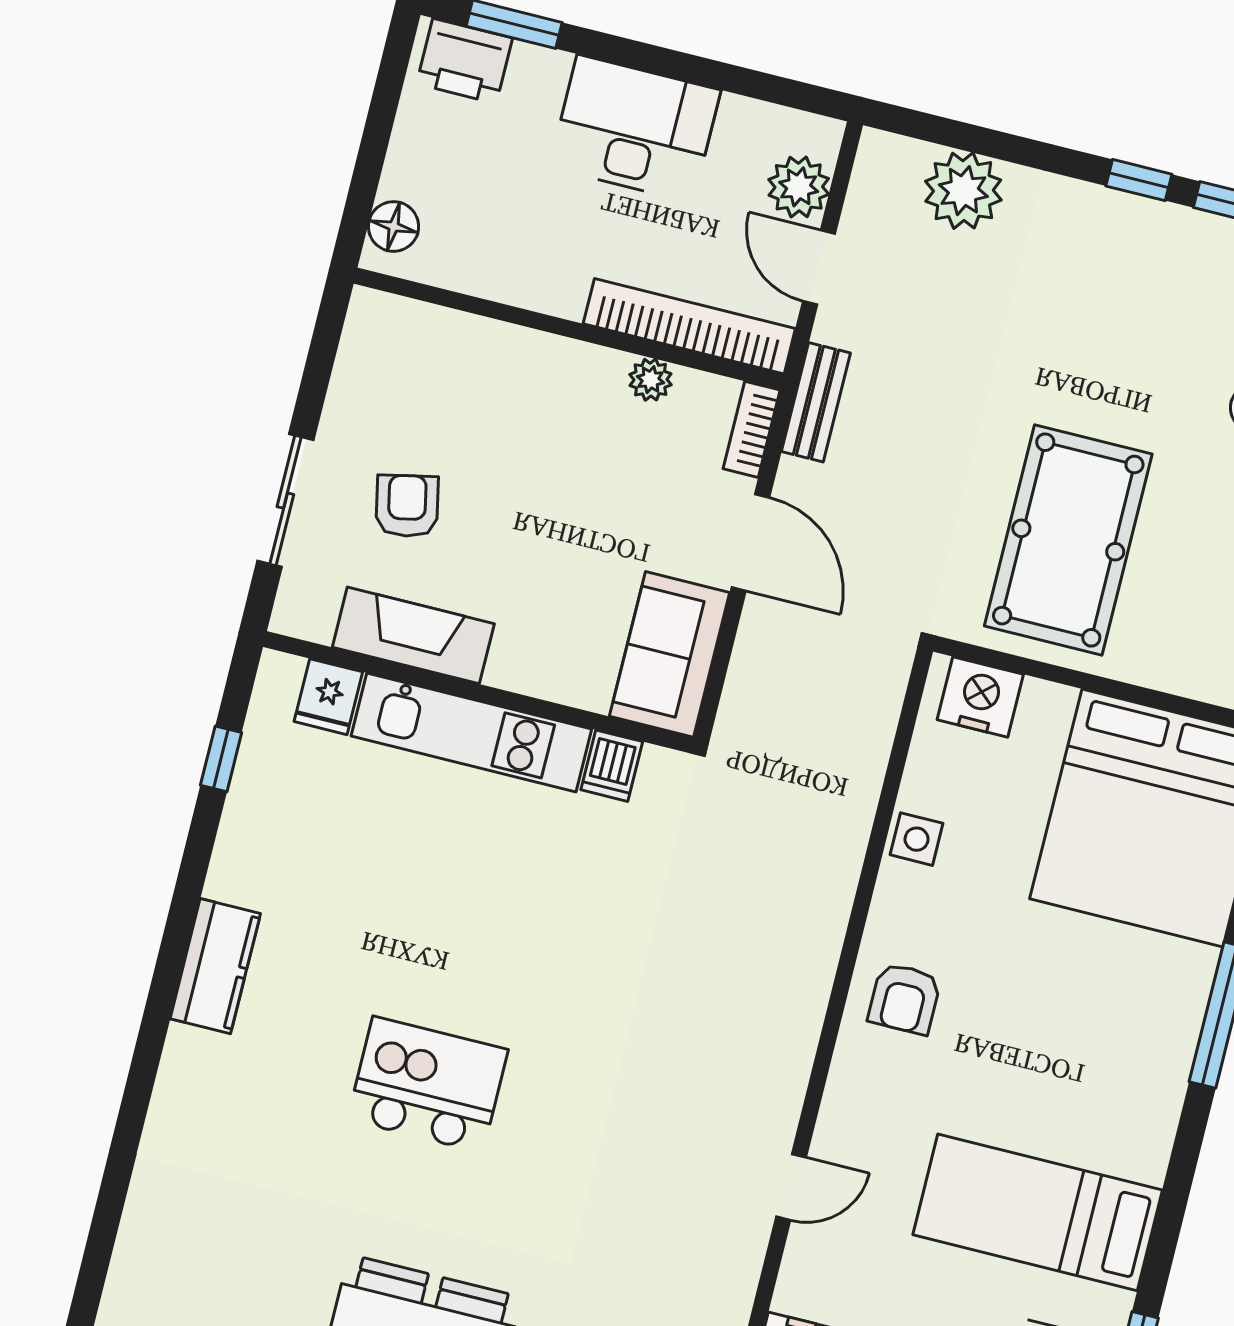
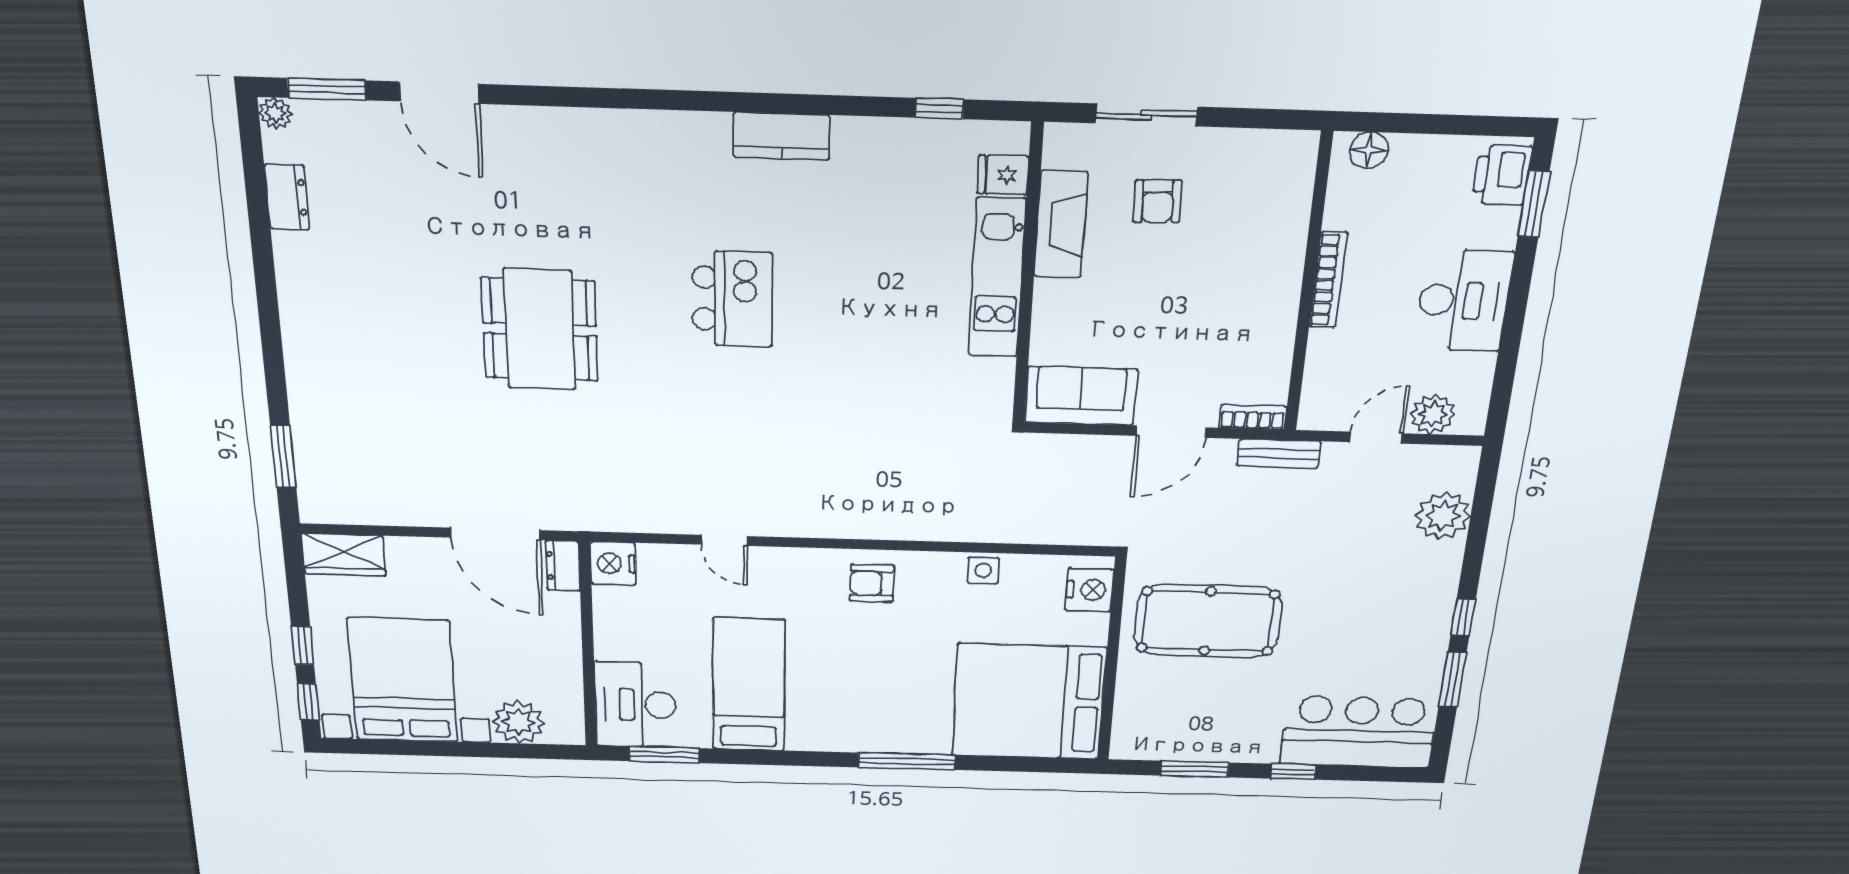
bookcase: (689, 326) -> (1328, 280), moved, width x0.68, depth x0.76
plant: (650, 380) -> (1279, 346), removed
armchair: (407, 506) -> (1157, 201), turned 100
dishwasher: (612, 766) -> (993, 374), removed

